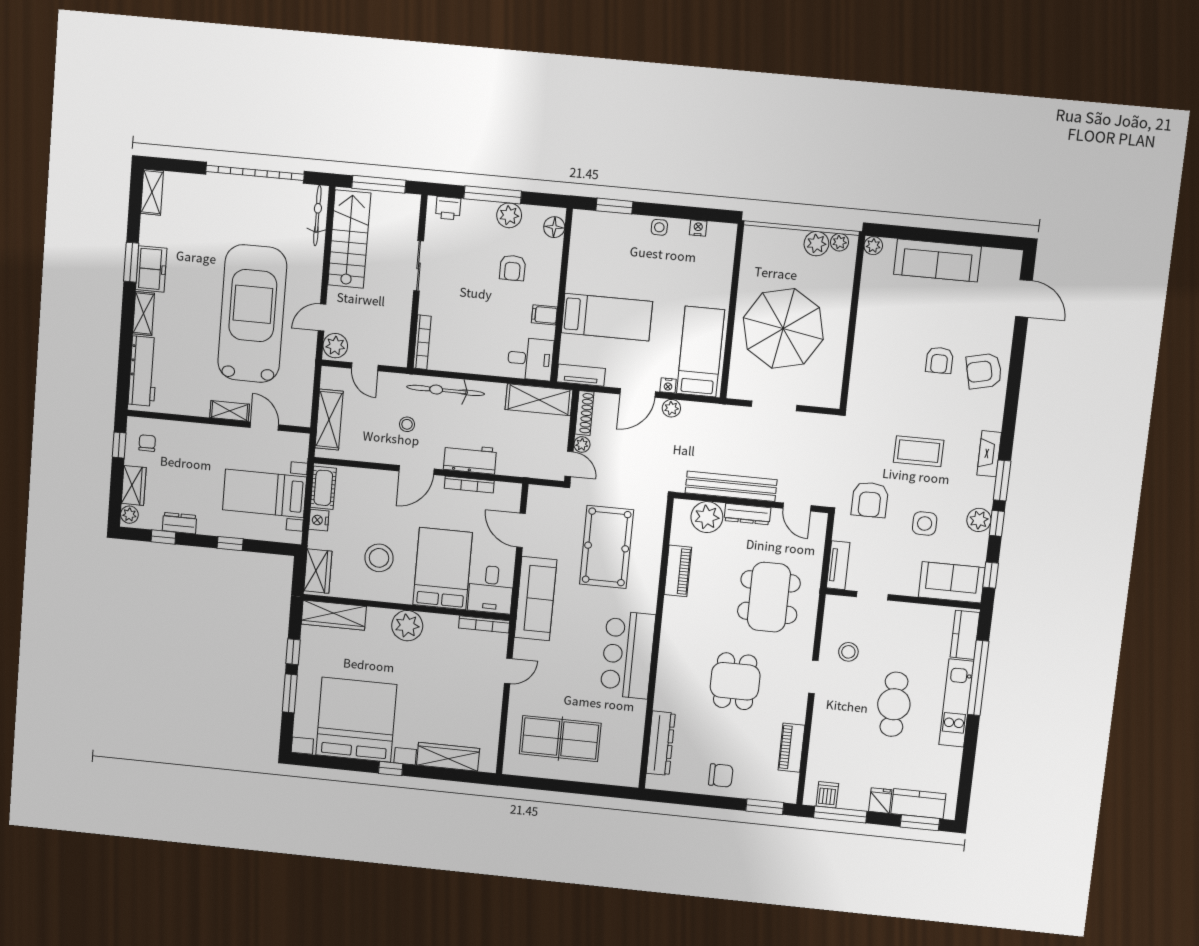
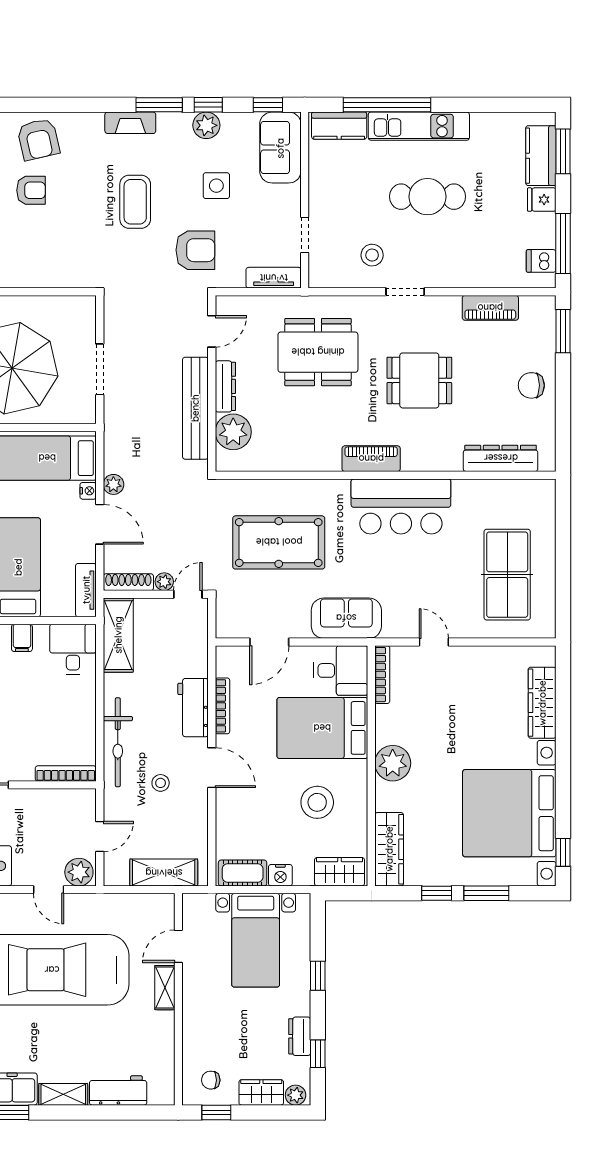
workbench: (143, 371) -> (118, 1090), width x0.73
piano: (678, 571) -> (371, 459), moved
sofa: (536, 599) -> (346, 618), width x0.73
window: (391, 769) -> (563, 852), moved
chair: (721, 775) -> (531, 385), turned -90

